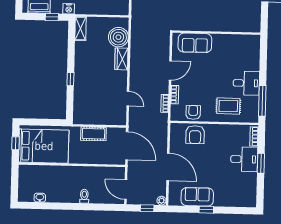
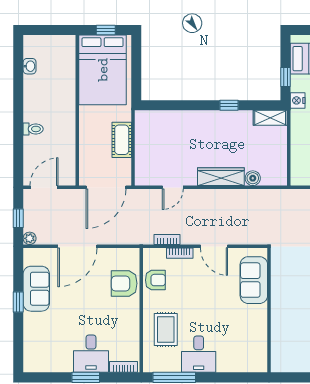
boiler: (118, 37) -> (253, 178), width x0.54, depth x0.54
wardrobe: (121, 59) -> (221, 177), width x1.50
window: (70, 79) -> (229, 105), moved

